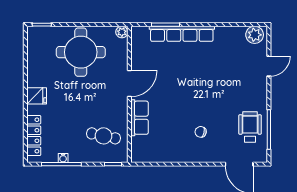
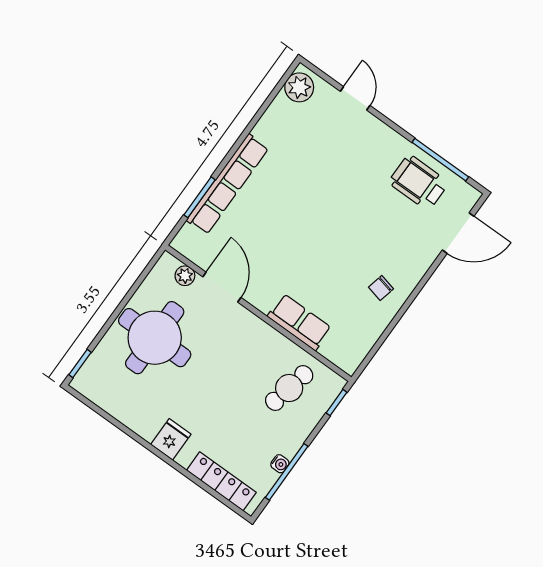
plant: (122, 32) -> (185, 276), moved
door: (129, 84) -> (222, 287), moved
chair: (201, 132) -> (381, 288), moved

